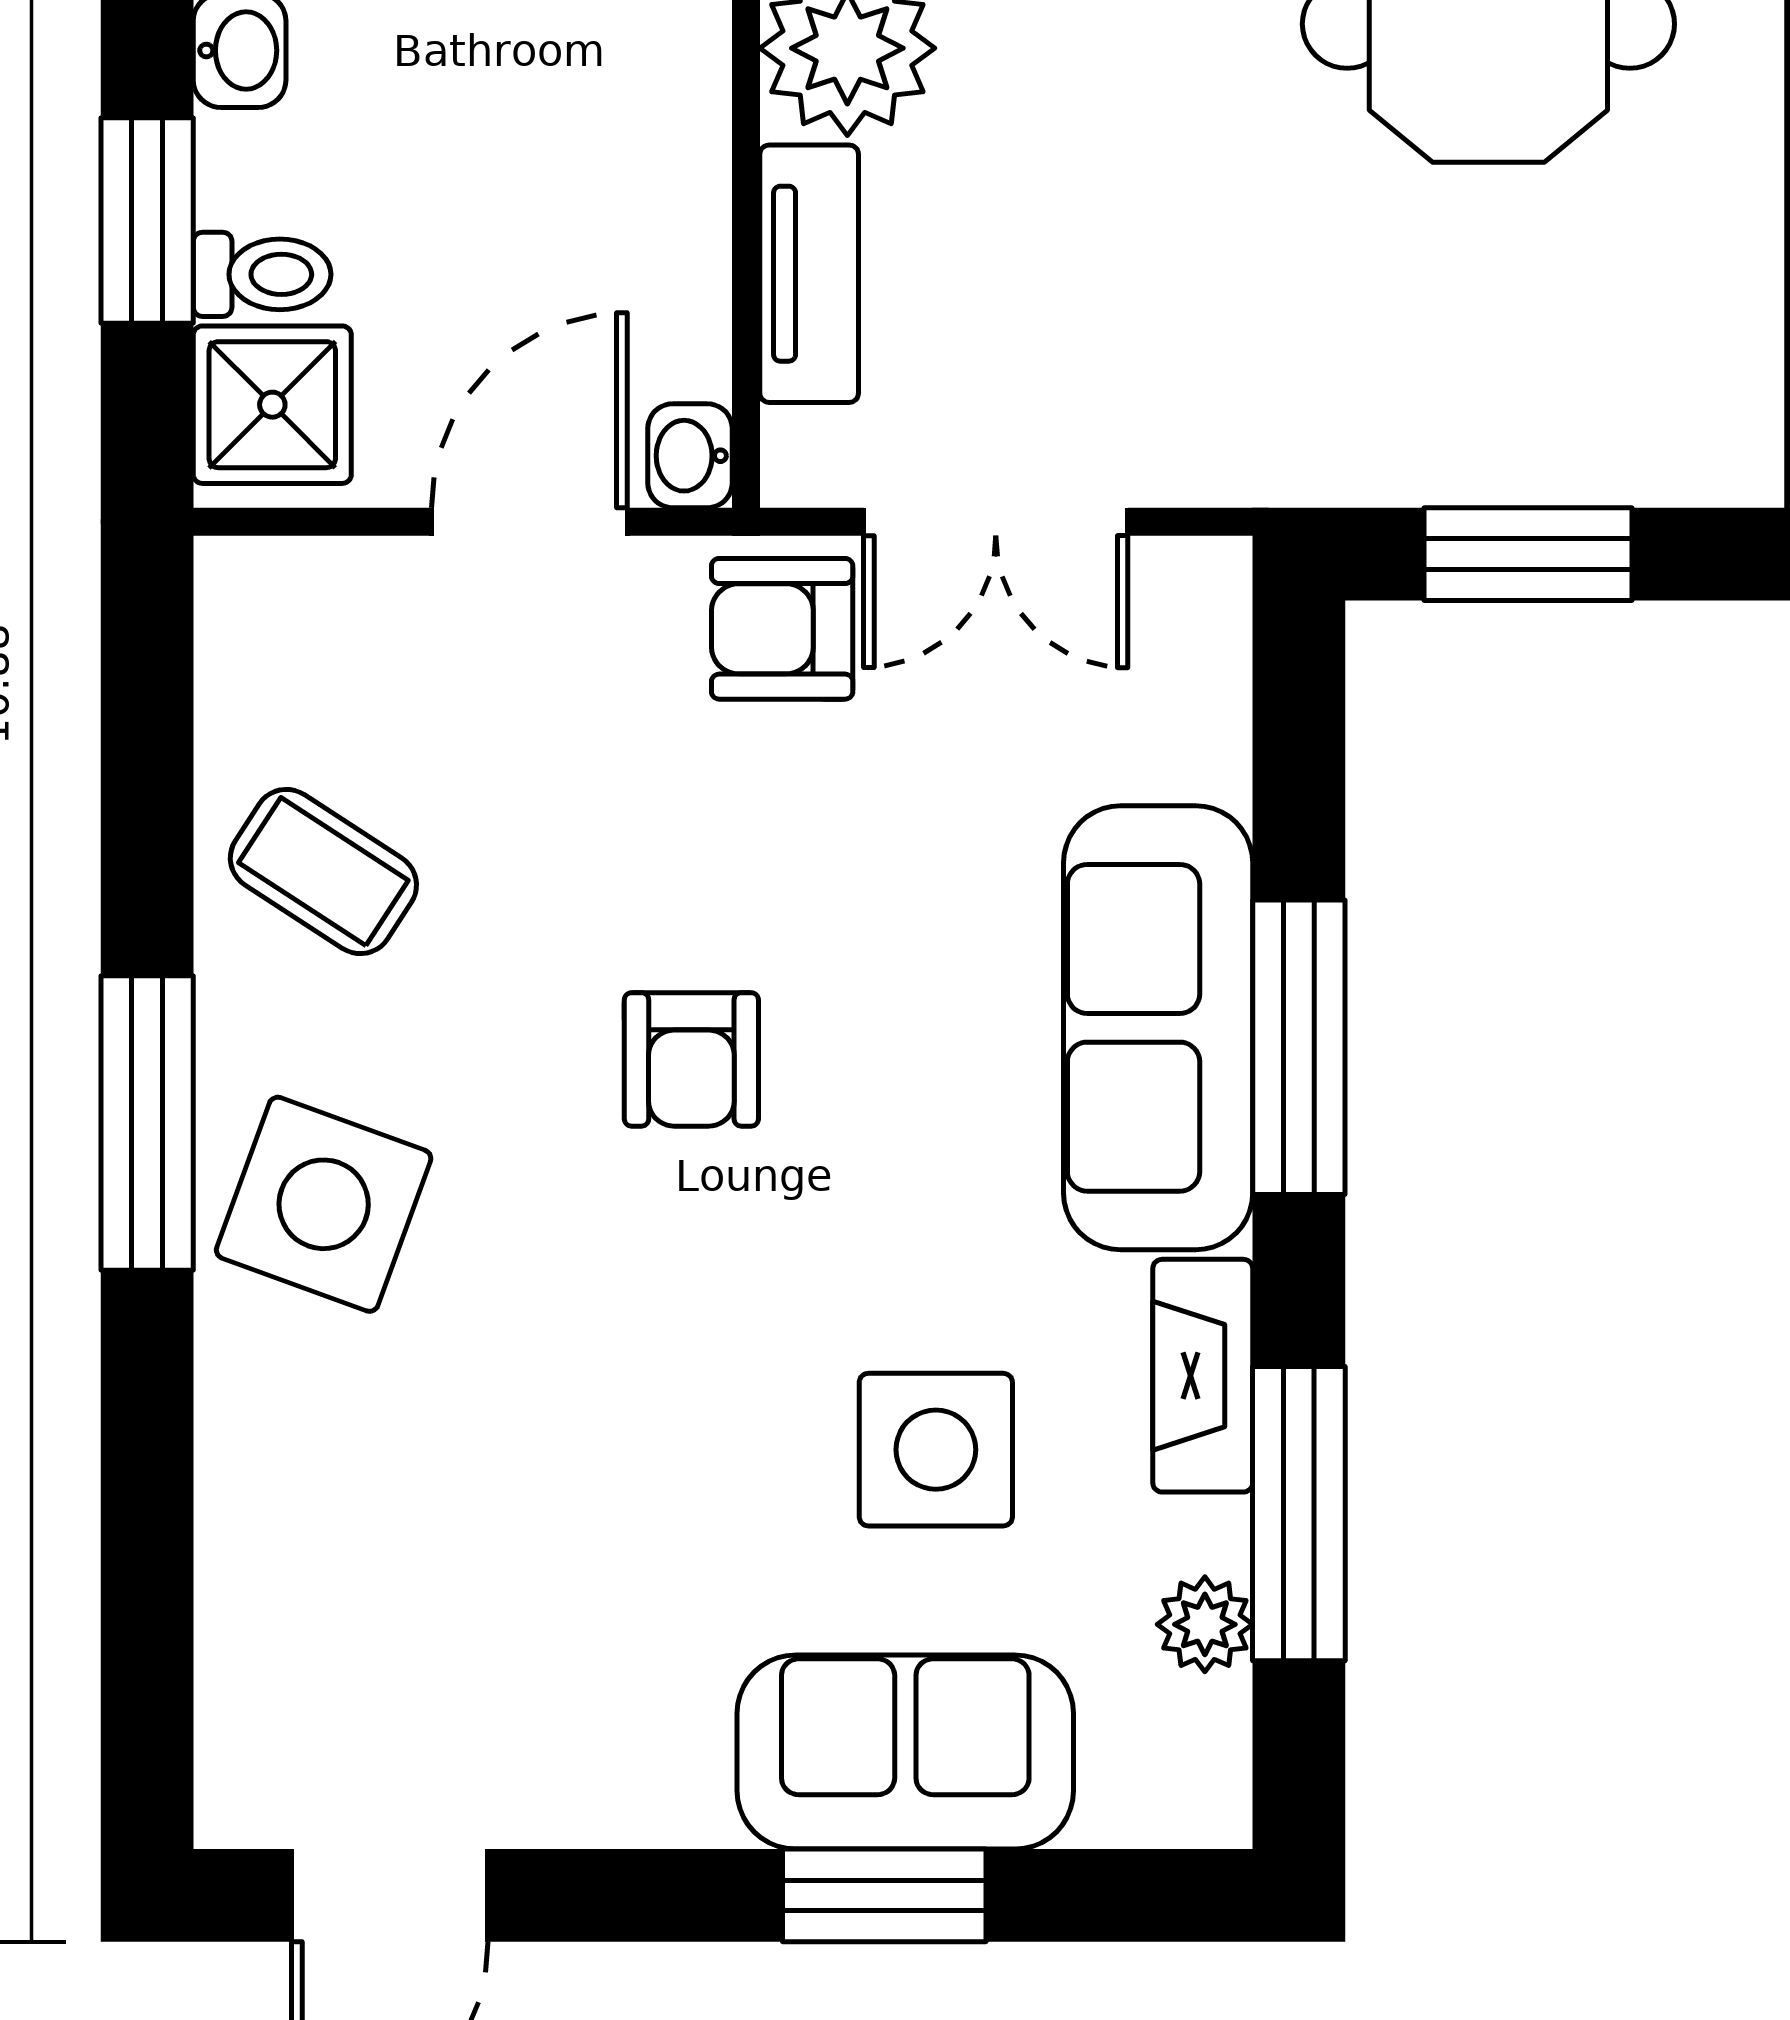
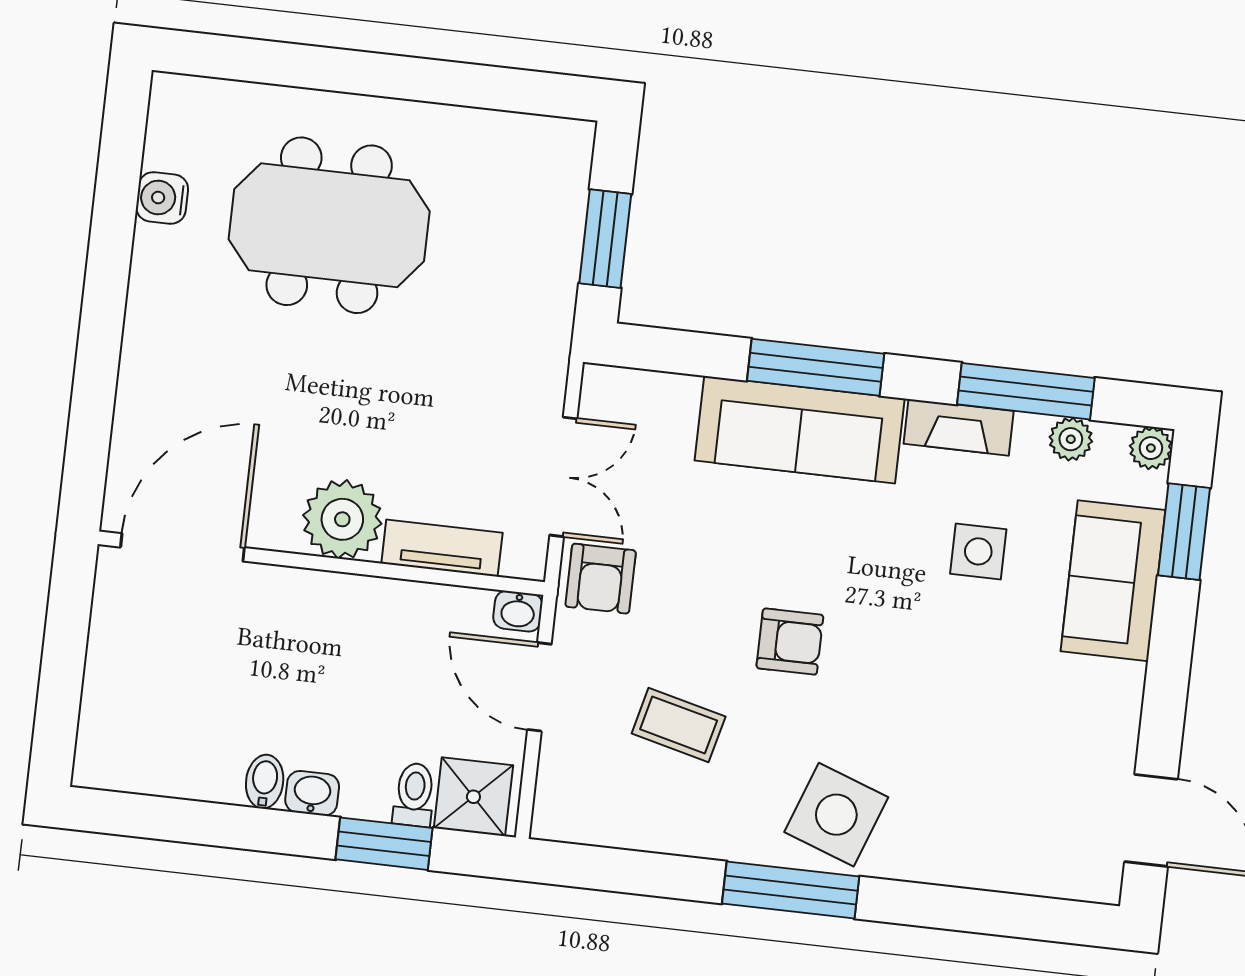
coffee table: (323, 871) -> (679, 725), moved, turned 71
side table: (936, 1450) -> (978, 551), width x0.73, depth x0.73
plant: (1205, 1802) -> (1151, 448), added
window: (884, 1895) -> (1184, 532), moved

